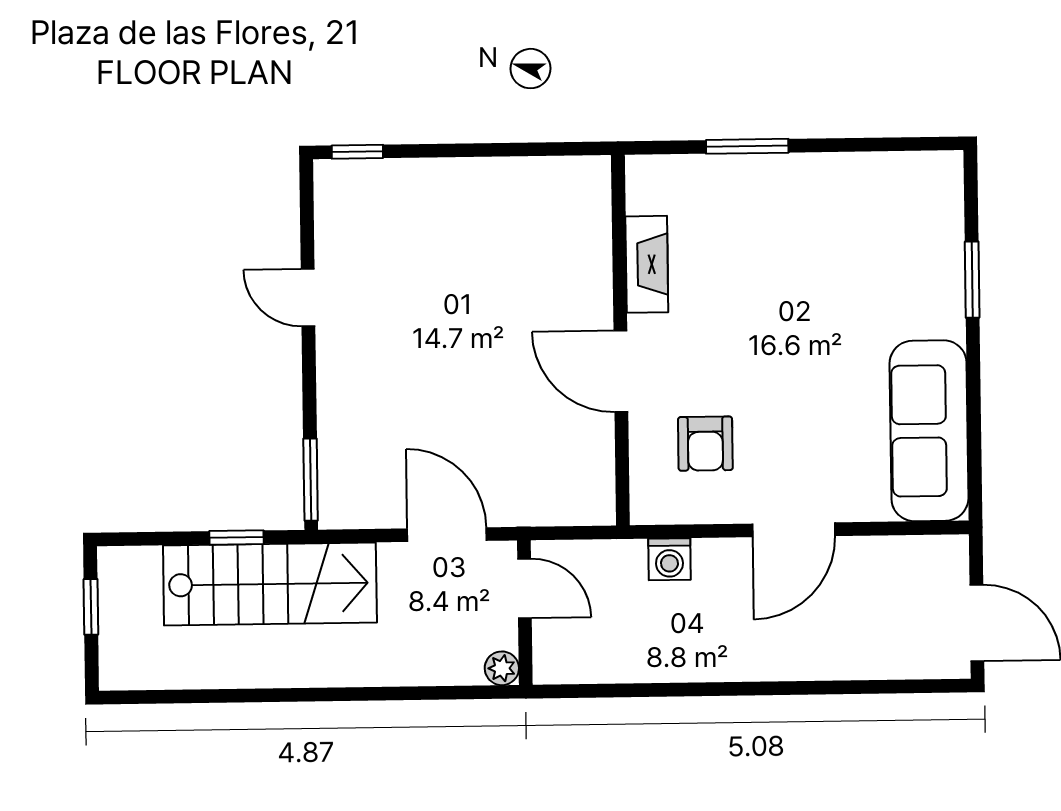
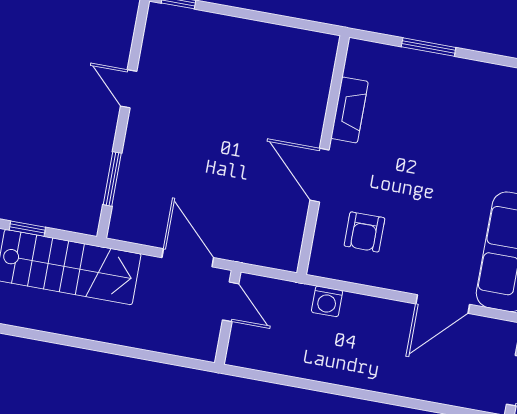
window: (311, 480) -> (112, 179), moved
door: (794, 530) -> (443, 304), moved
window: (236, 538) -> (27, 229), moved
plant: (502, 668) -> (206, 350), removed

